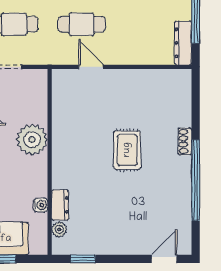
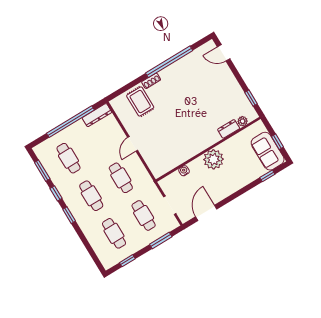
door: (91, 67) -> (133, 144), moved
plant: (32, 140) -> (214, 159), moved
rug: (127, 150) -> (140, 101), moved, turned 90
water cooler: (41, 205) -> (184, 171), moved

